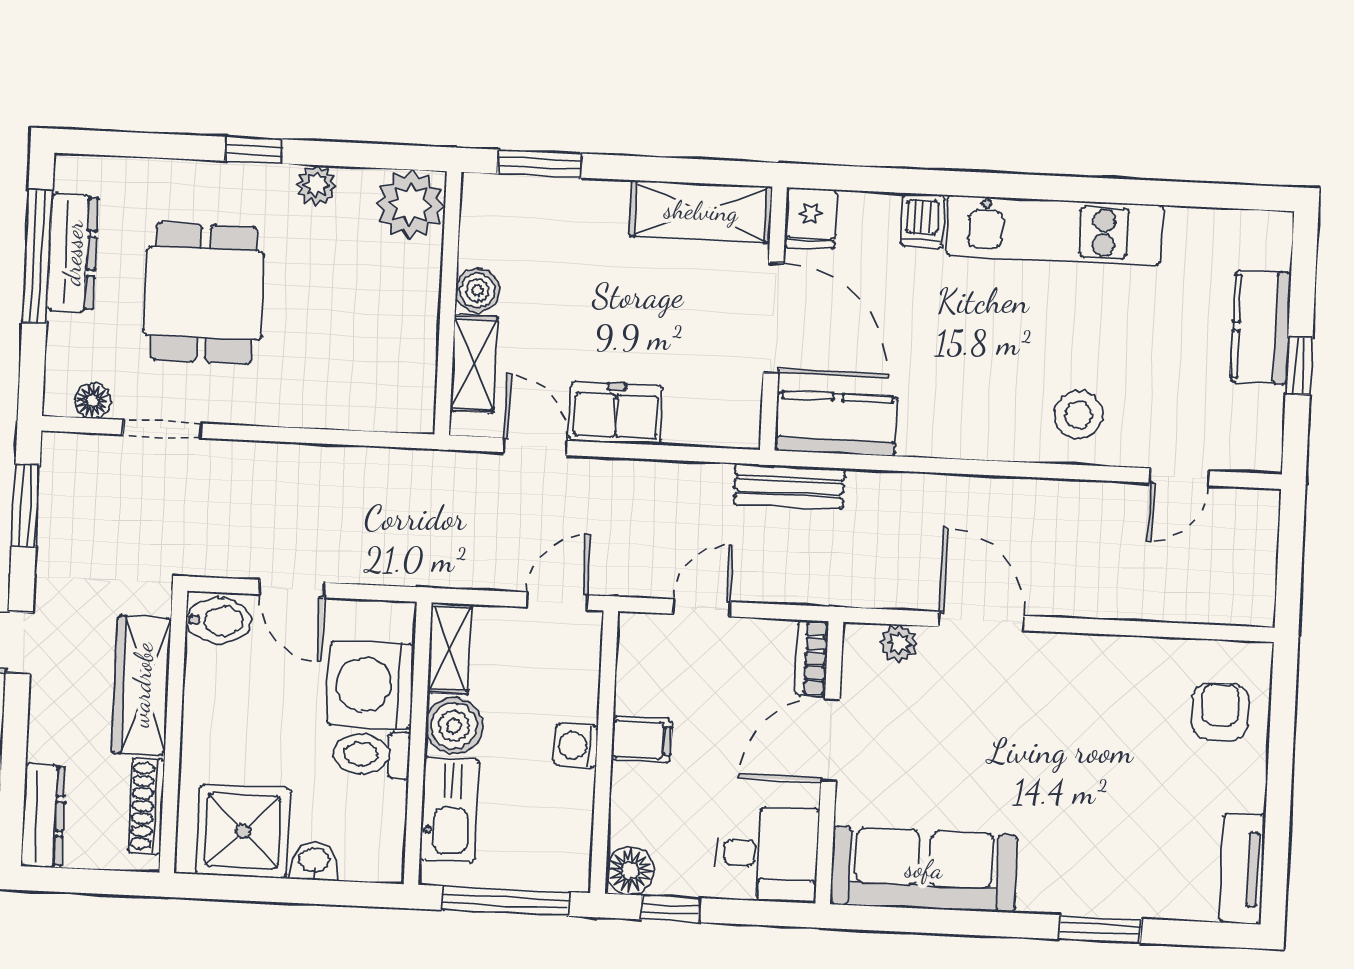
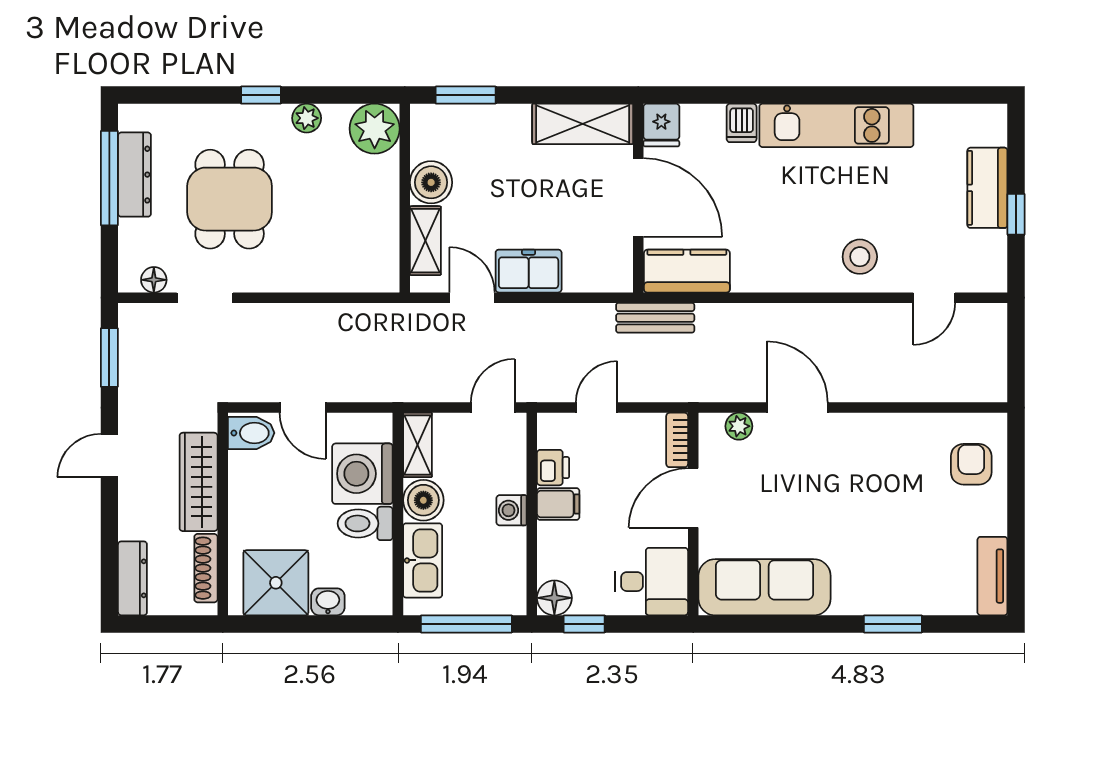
boiler: (477, 290) -> (431, 182), width x1.36, depth x1.36
printer: (637, 689) -> (553, 468), added

